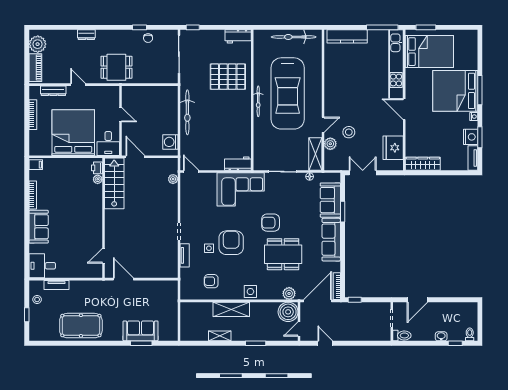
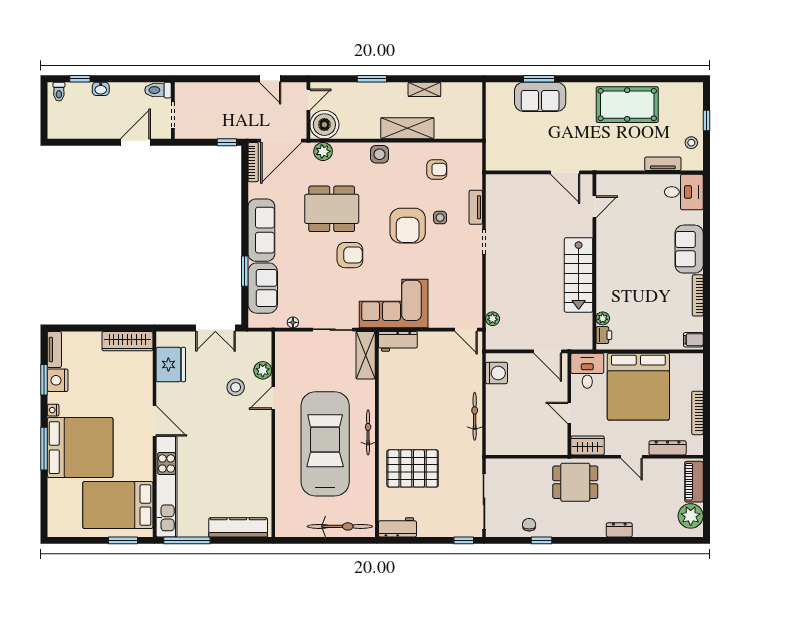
bicycle: (294, 37) -> (340, 526), moved
wardrobe: (108, 92) -> (588, 445), added
bicycle: (187, 112) -> (475, 416), width x0.73, depth x0.71
shelving: (315, 154) -> (366, 355), moved
stairs: (114, 183) -> (579, 275), moved

